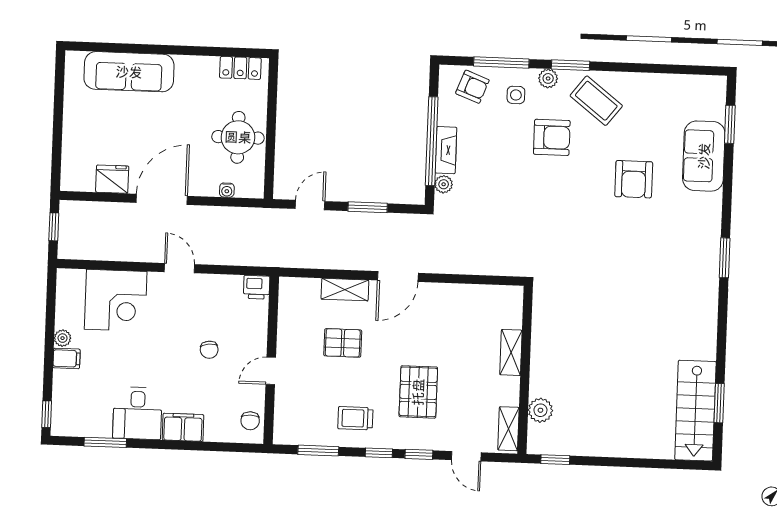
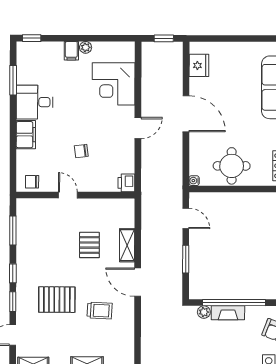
fridge: (112, 179) -> (199, 65), moved
water cooler: (227, 190) -> (194, 181), moved
trolley: (355, 418) -> (100, 311), moved, turned 93

